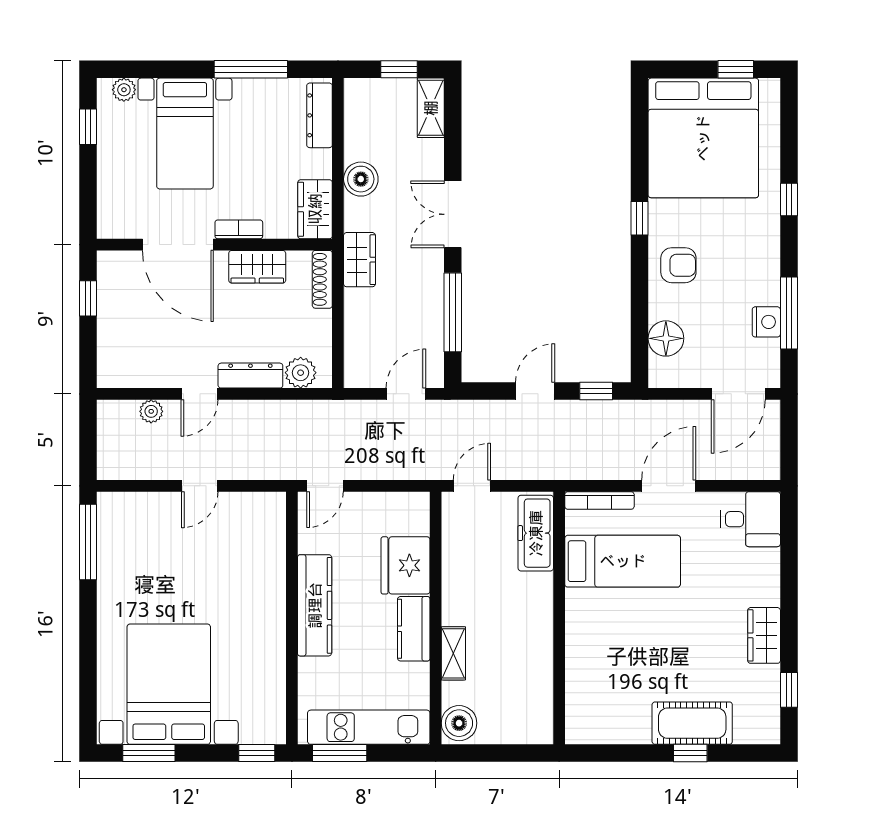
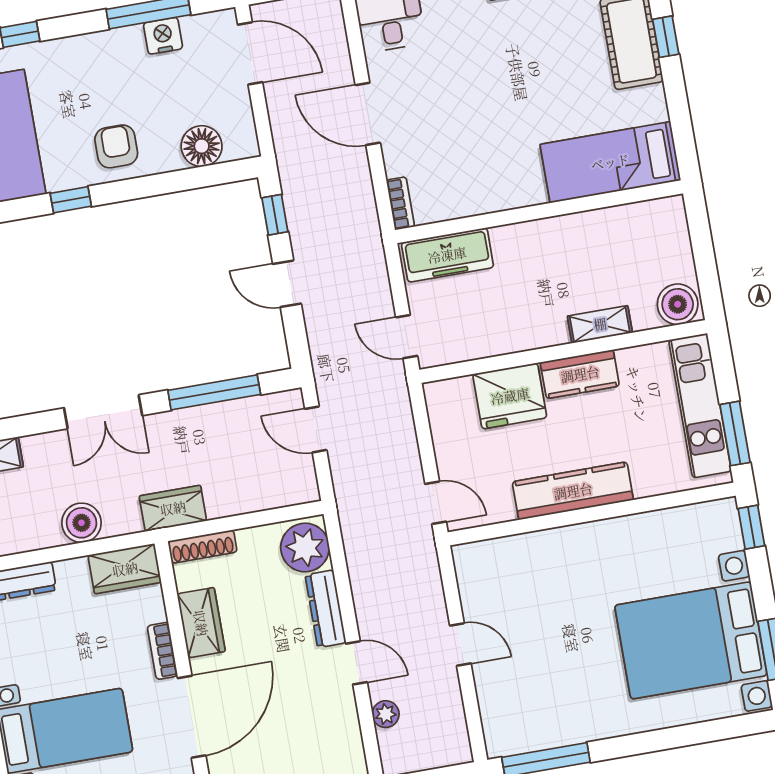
plant: (301, 373) -> (305, 547), width x1.36, depth x1.36
bookcase: (599, 500) -> (400, 203), width x0.64
bed: (623, 561) -> (610, 162), moved, turned -90

